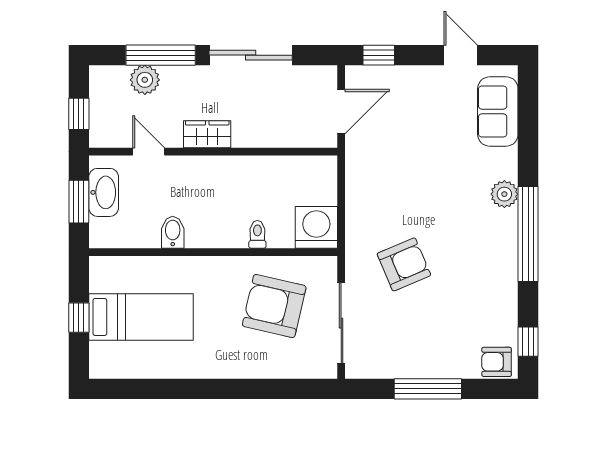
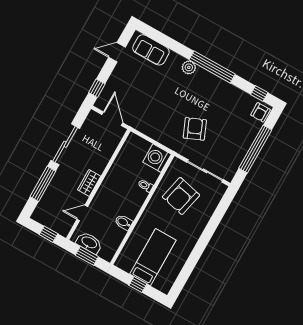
plant: (145, 80) -> (50, 197), removed
window: (428, 389) -> (255, 149), width x1.46

